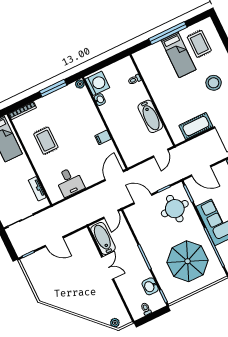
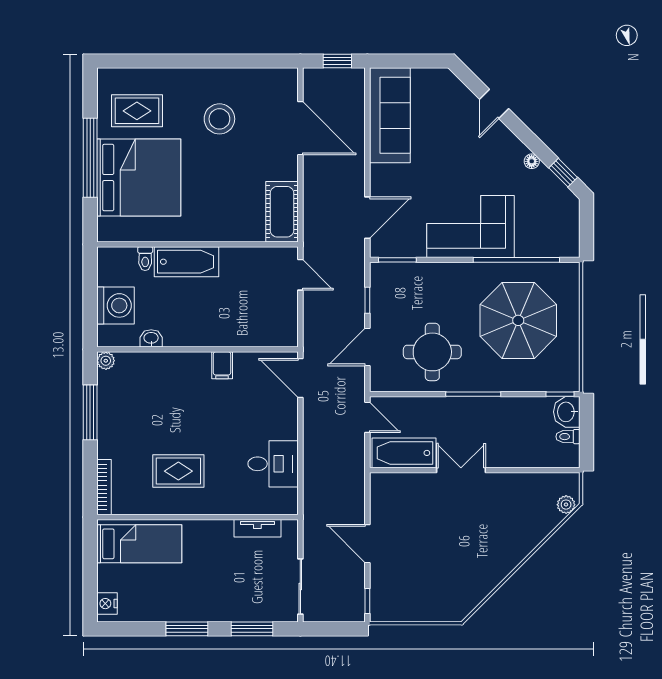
bed: (178, 55) -> (139, 178), width x2.04
washing machine: (97, 83) -> (116, 305), moved, turned 90
bathtub: (150, 116) -> (186, 262), moved
cot: (196, 126) -> (282, 212), moved
round table: (175, 209) -> (432, 352), moved
door: (54, 242) -> (367, 544), swing flipped
washbasin: (150, 286) -> (567, 412), moved, turned 90

